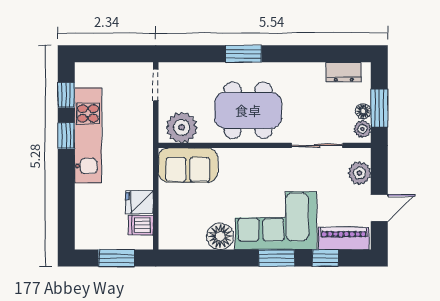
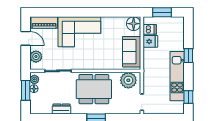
dresser: (344, 72) -> (61, 109), moved
window: (66, 136) -> (188, 56), moved
sofa: (188, 165) -> (132, 52), moved, turned -90
door: (379, 208) -> (26, 38), swing flipped
floor lamp: (220, 236) -> (134, 24), moved
window: (277, 258) -> (79, 12), removed
window: (325, 258) -> (54, 12), removed

